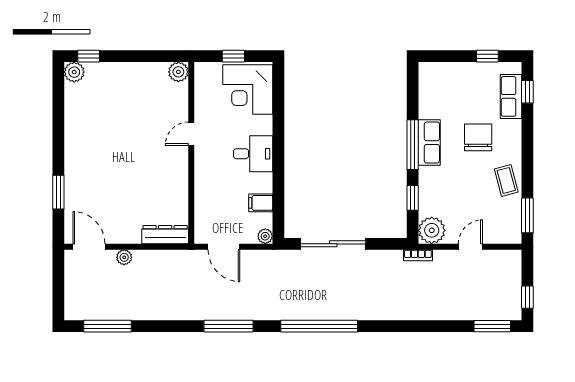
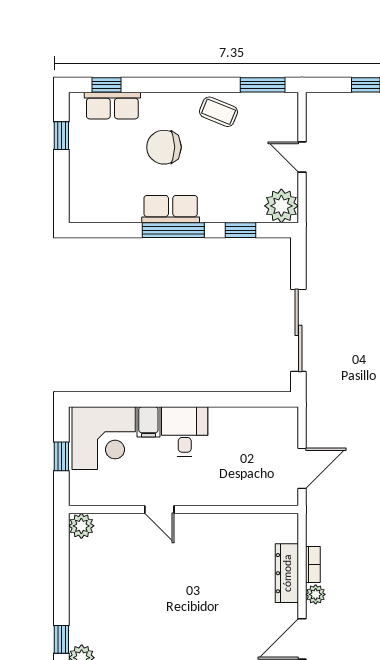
coffee table: (506, 180) -> (219, 112), turned 37
filing cabinet: (261, 203) -> (148, 422), moved
dresser: (165, 235) -> (287, 573), moved
plant: (265, 236) -> (289, 416), removed
bookcase: (418, 255) -> (313, 565), moved

